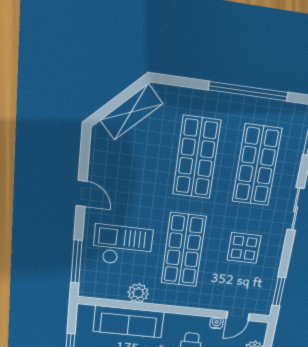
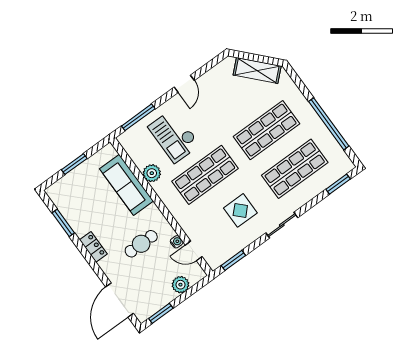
sliding door: (296, 209) -> (282, 225), moved
checkout: (123, 246) -> (174, 136), turned 180

